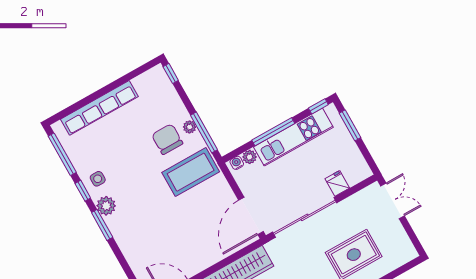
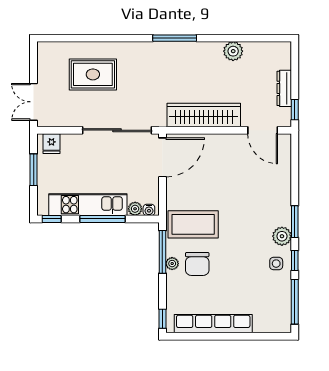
row of seats: (99, 108) -> (213, 324), moved
window: (350, 125) -> (34, 170), moved
fridge: (337, 183) -> (52, 144), moved

